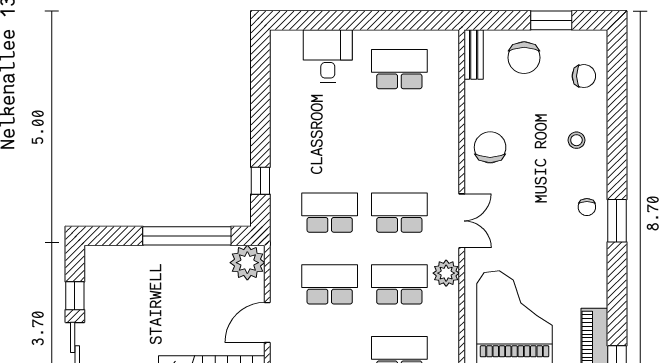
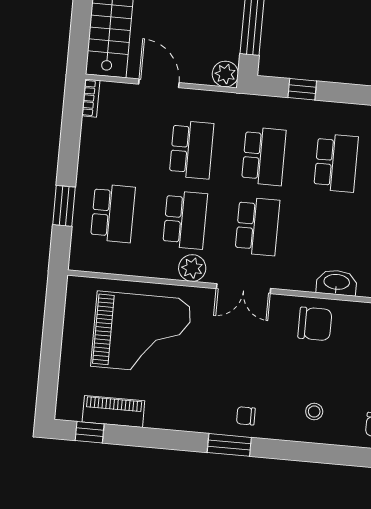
washbasin: (448, 130) -> (337, 283), added
school desk: (330, 141) -> (336, 163), added
plant: (247, 263) -> (225, 74), width x0.73, depth x0.73

